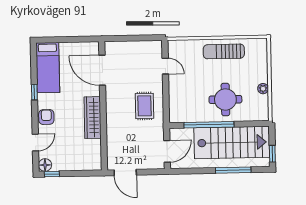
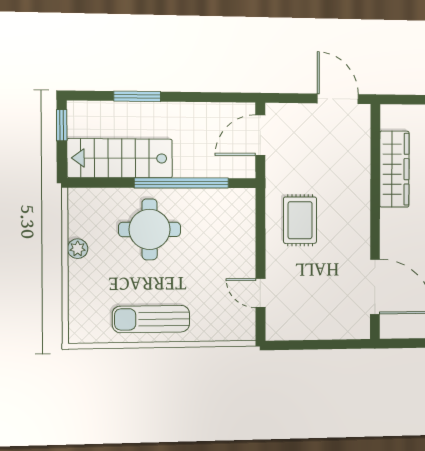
sun lounger: (224, 51) -> (151, 319), turned 180
wardrobe: (93, 118) -> (394, 169), moved
stairs: (232, 142) -> (120, 158), width x0.73, depth x0.66
window: (233, 170) -> (137, 96), width x0.69

